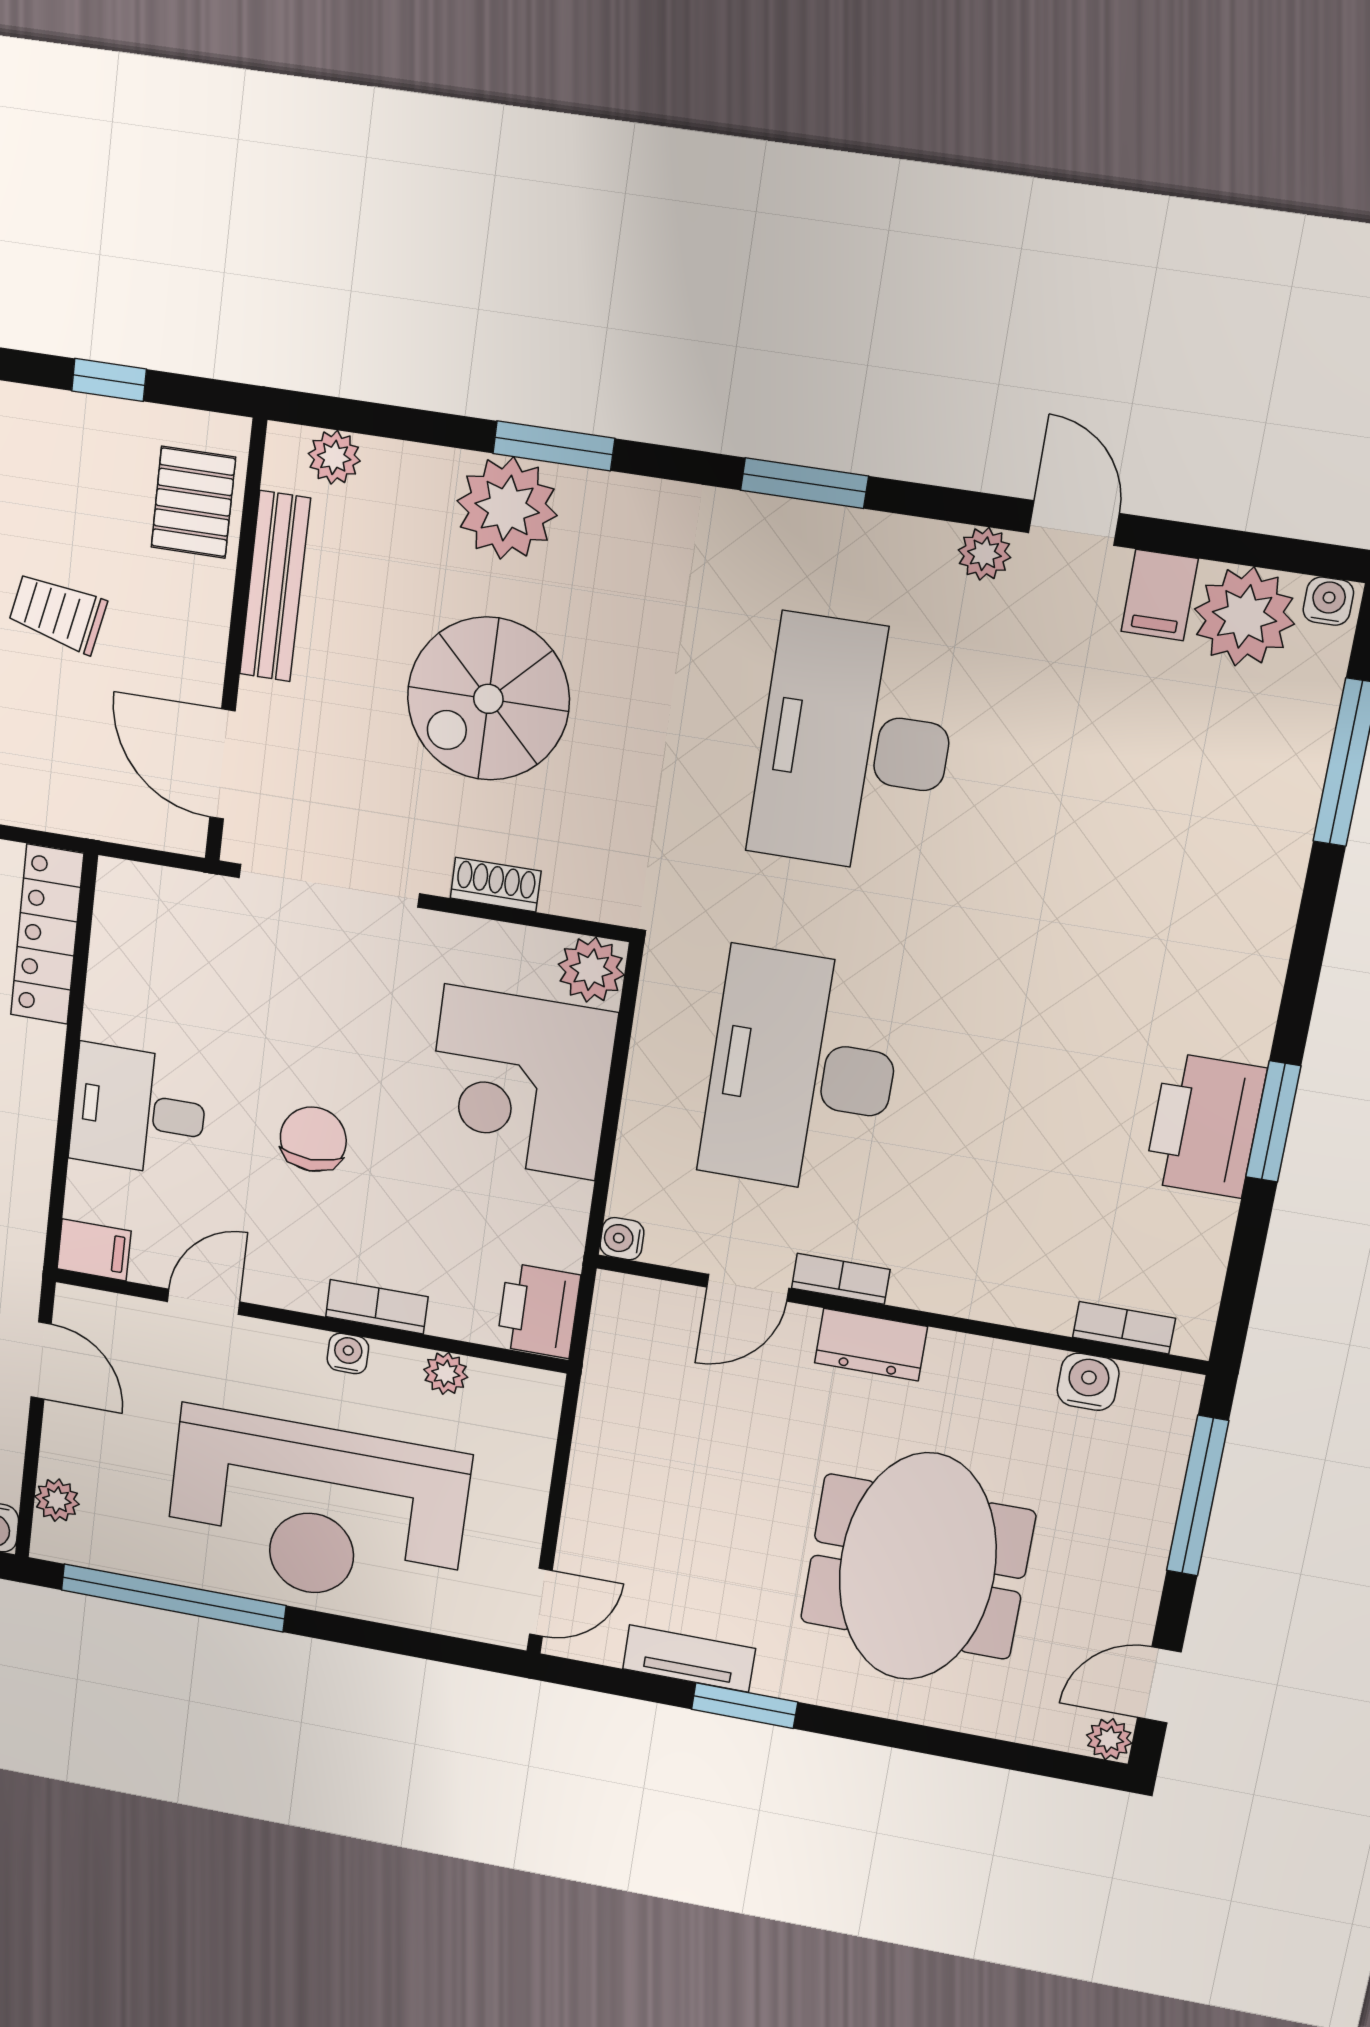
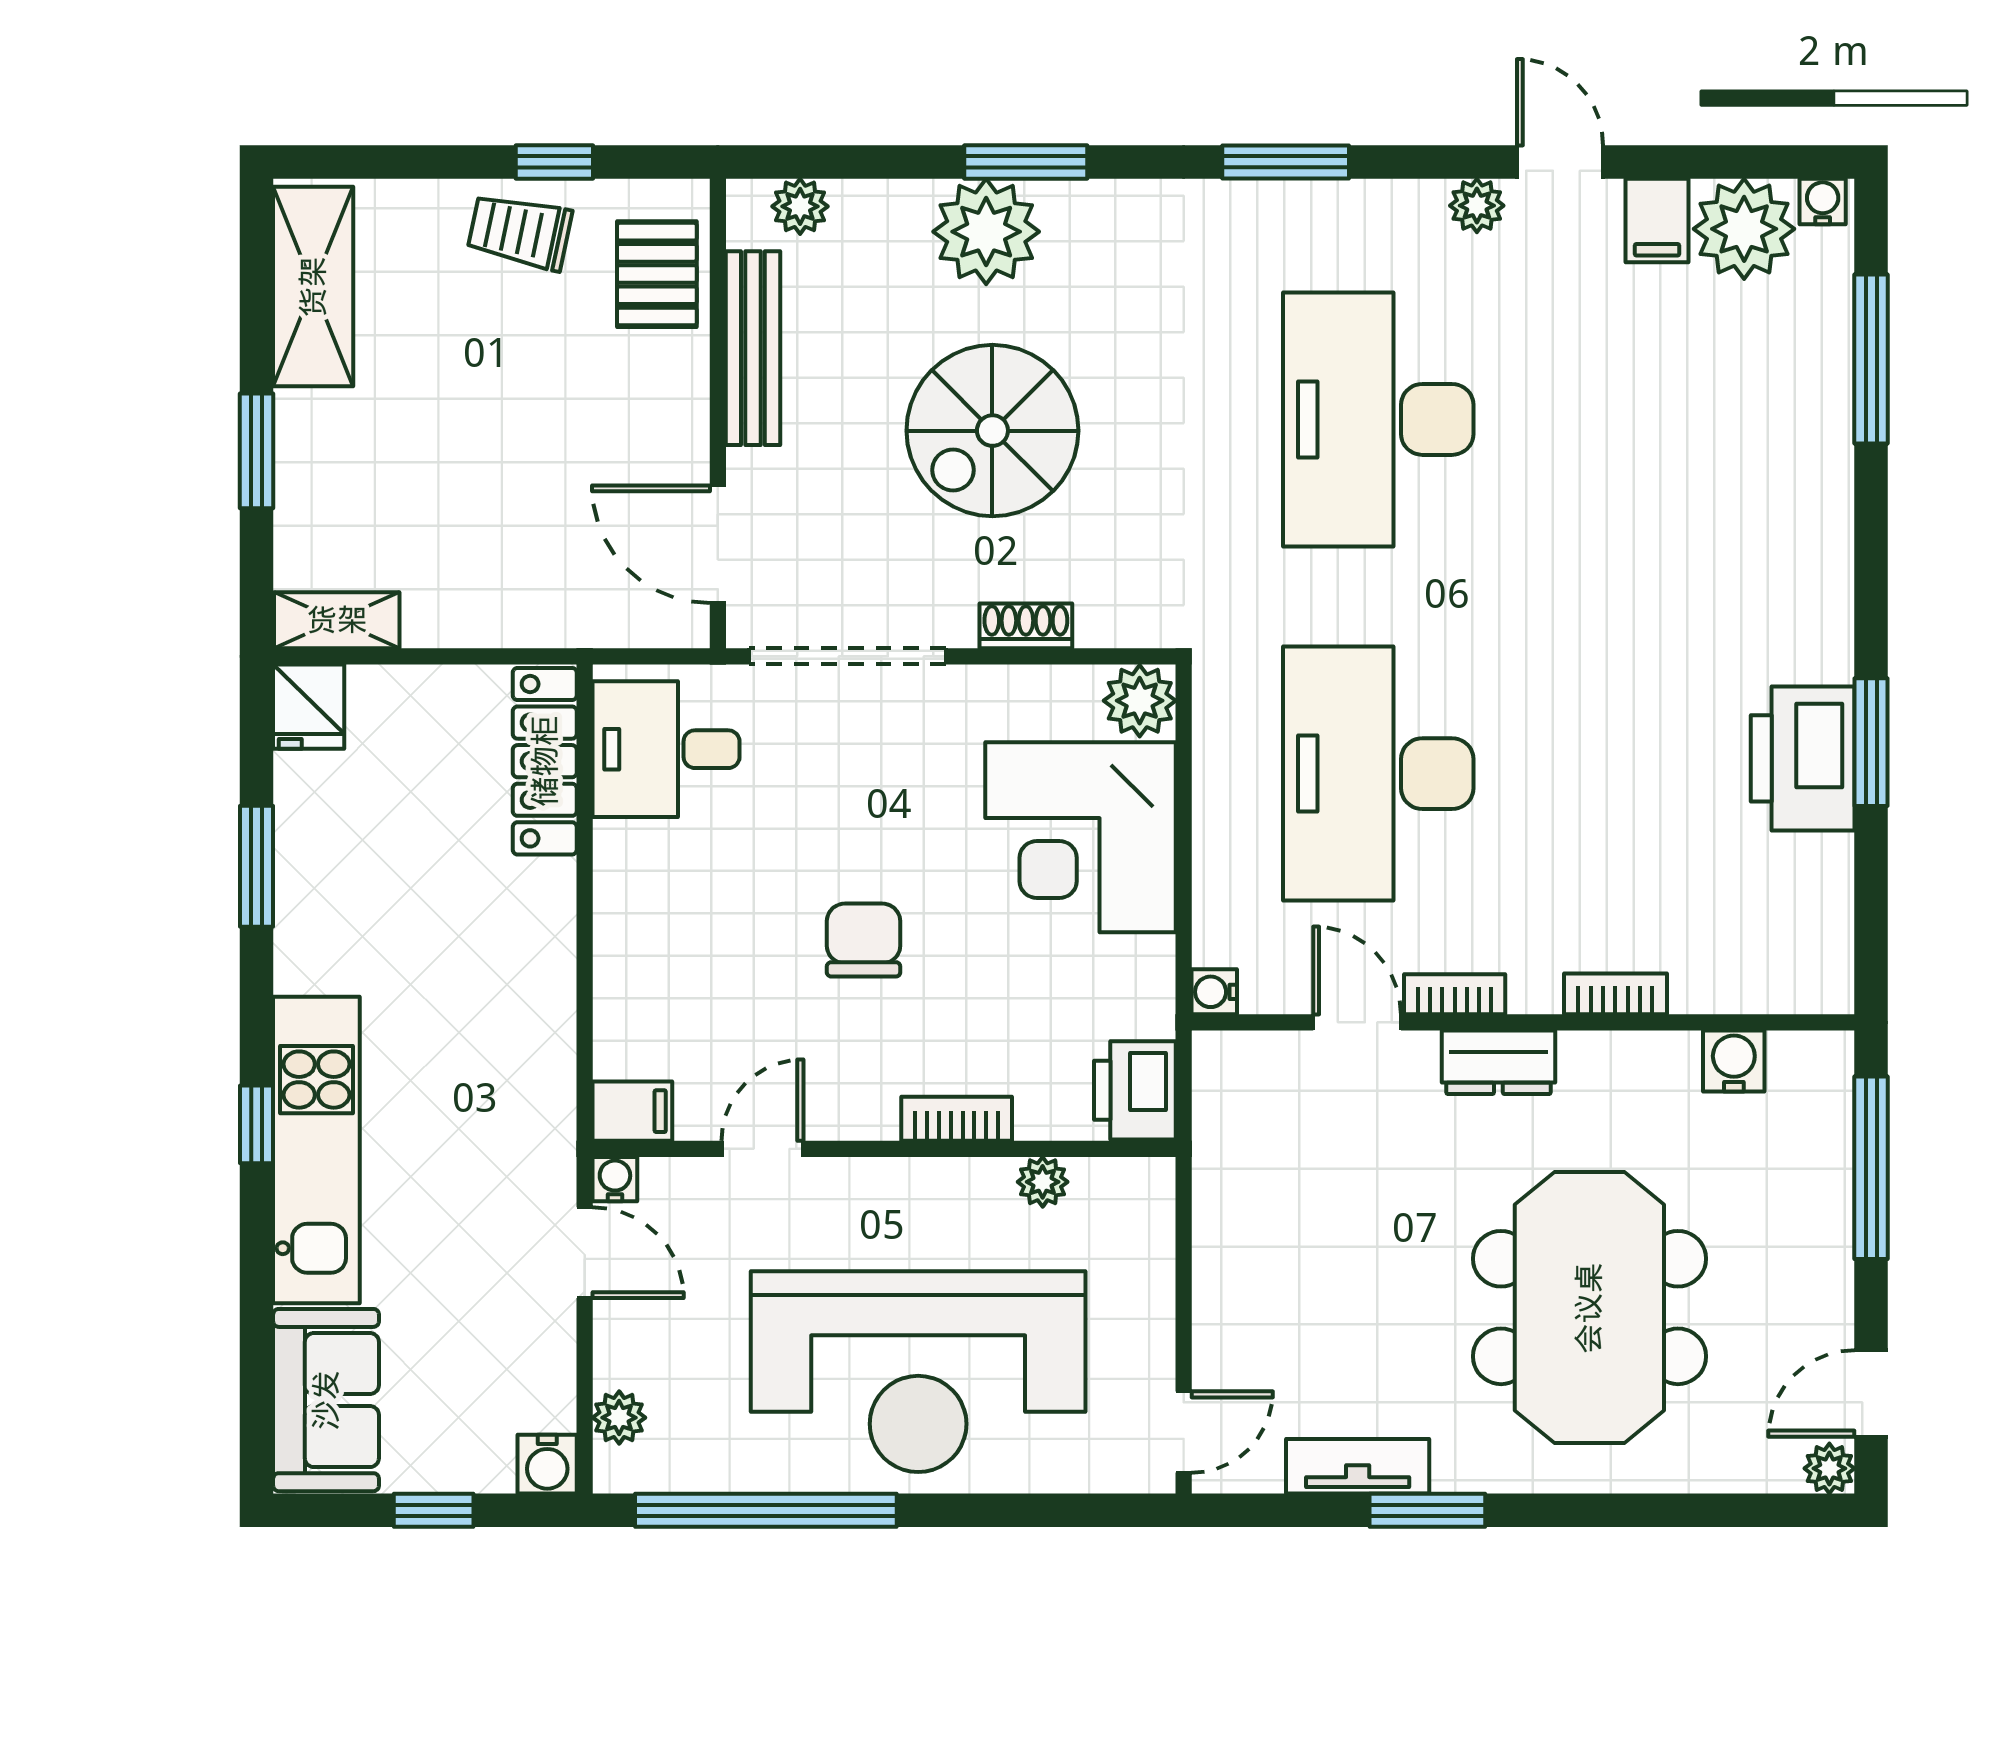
trolley: (58, 613) -> (520, 232), moved
desk: (138, 1111) -> (666, 749), moved
door: (748, 1288) -> (1357, 1022), swing flipped
bookcase: (1124, 1328) -> (1615, 994), moved
water cooler: (348, 1353) -> (615, 1179), moved

